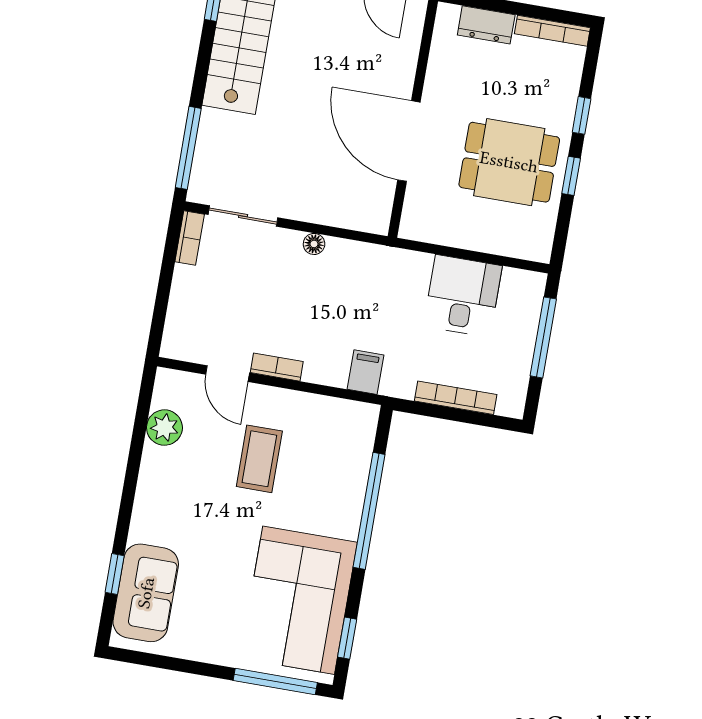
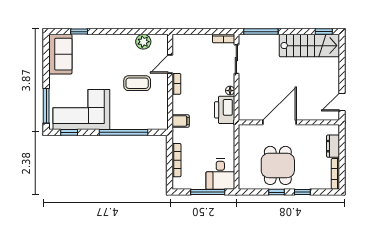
printer: (357, 265) -> (225, 110), added
desk: (463, 296) -> (220, 174), moved, turned 90
sofa: (146, 593) -> (60, 54), moved, turned -90

